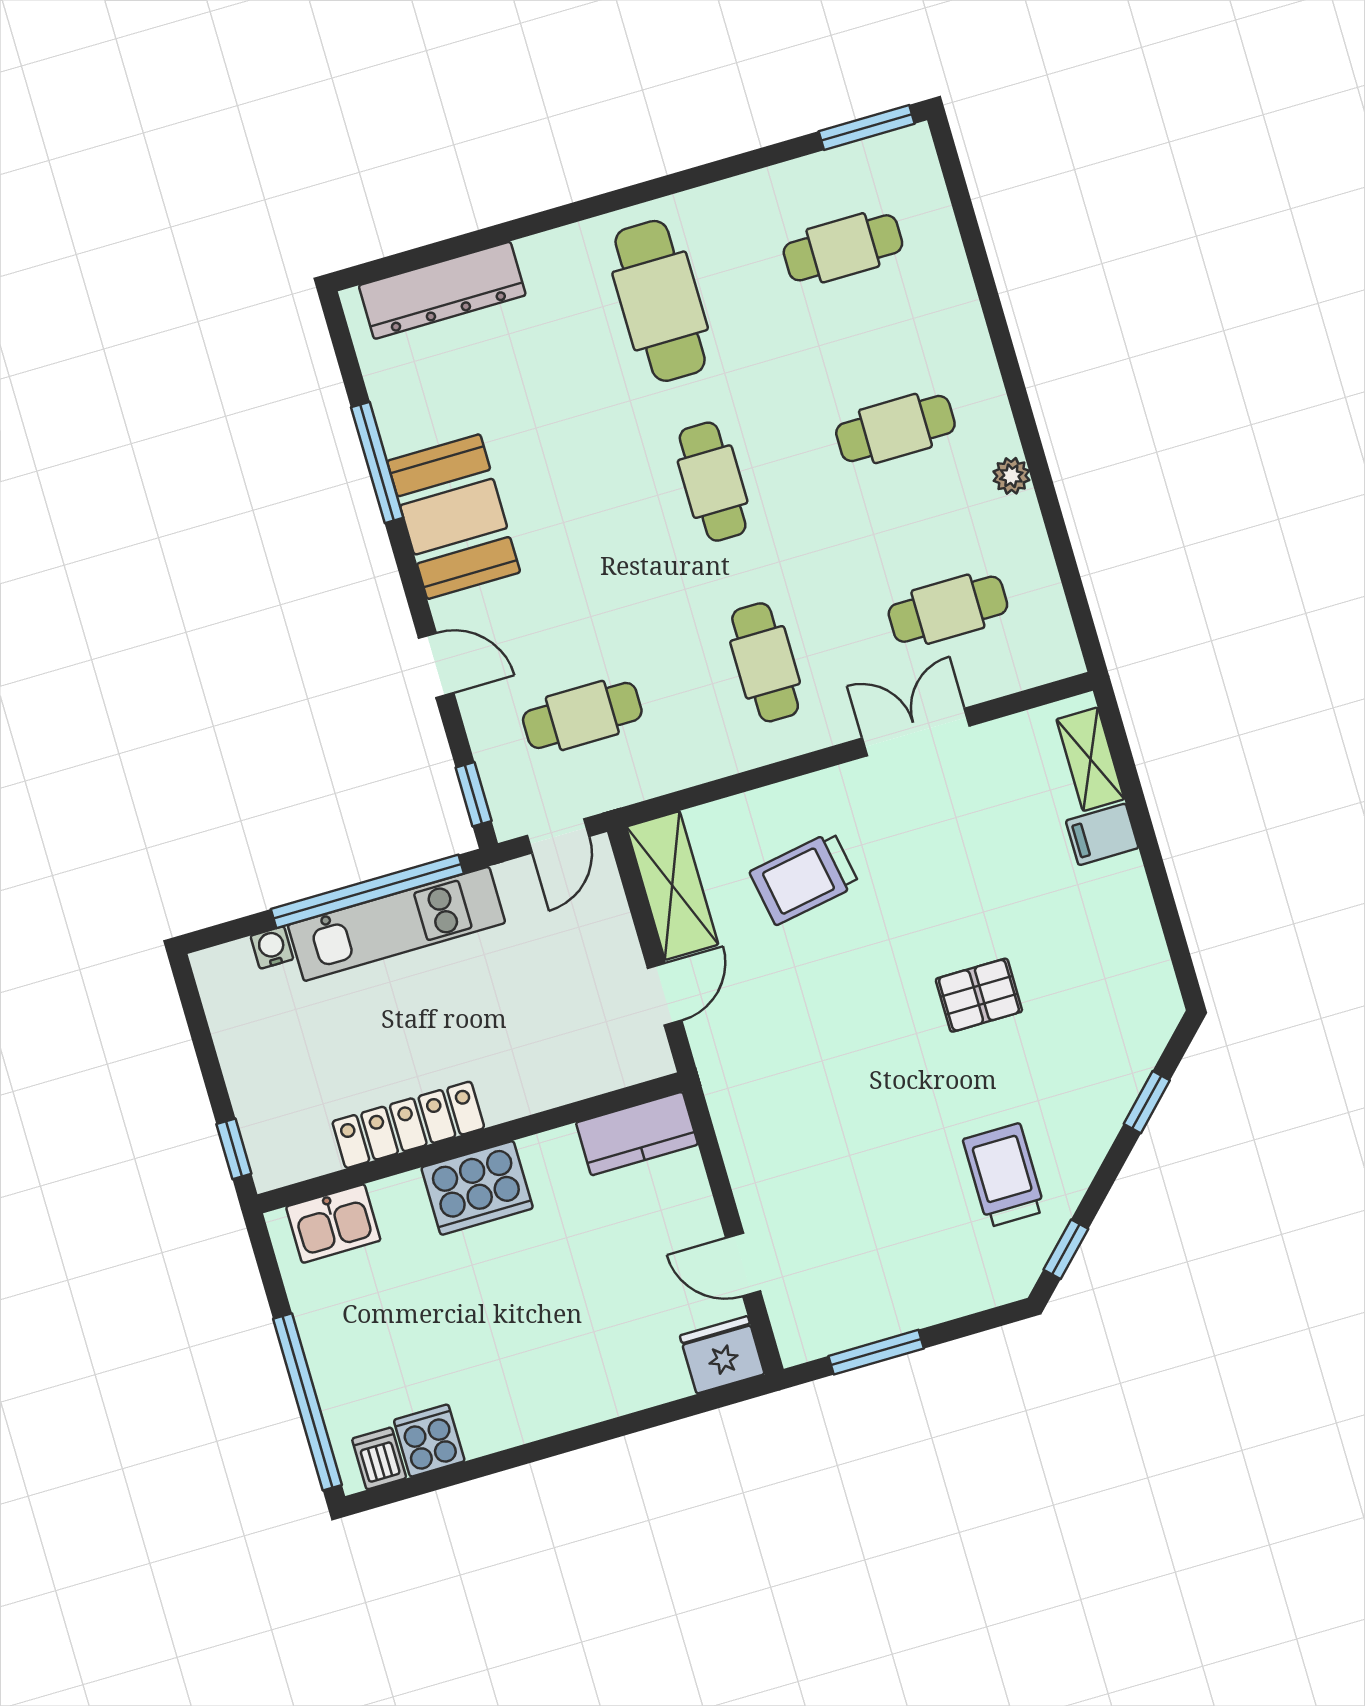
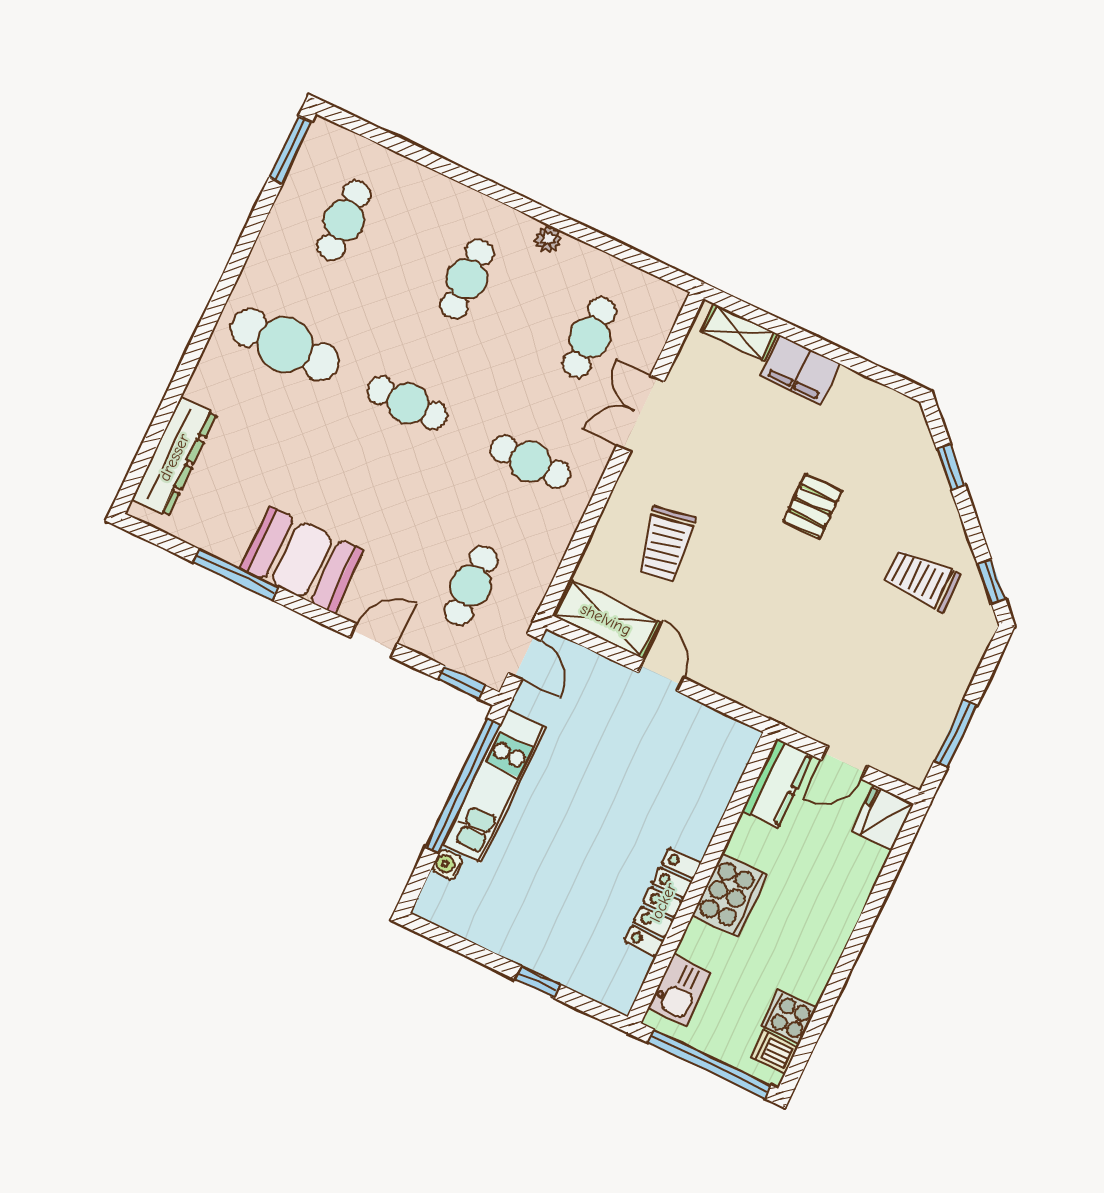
filing cabinet: (1102, 834) -> (800, 370), width x2.00
locker: (408, 1125) -> (663, 902), moved
kitchen counter: (637, 1134) -> (777, 783), moved
wall: (470, 1143) -> (702, 878), moved
cooker: (477, 1188) -> (730, 895), moved
kitchen sink: (333, 1224) -> (680, 990), moved

